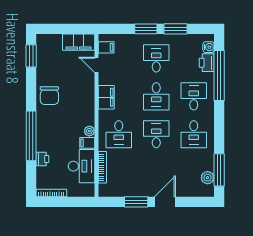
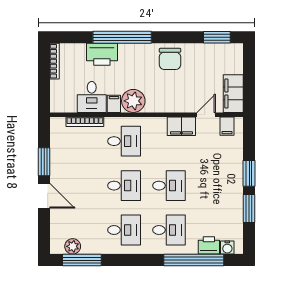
desk: (156, 58) -> (214, 186), removed
chair: (49, 96) -> (170, 59), turned -90
desk: (156, 96) -> (169, 186), turned 180
filing cabinet: (106, 97) -> (181, 126), moved
plant: (89, 131) -> (133, 101), width x1.88, depth x1.88
desk: (119, 134) -> (124, 141), turned 180
desk: (194, 134) -> (124, 230), turned 180
printer: (42, 159) -> (102, 54), width x1.87, depth x1.48
desk: (81, 166) -> (92, 97), width x0.73

